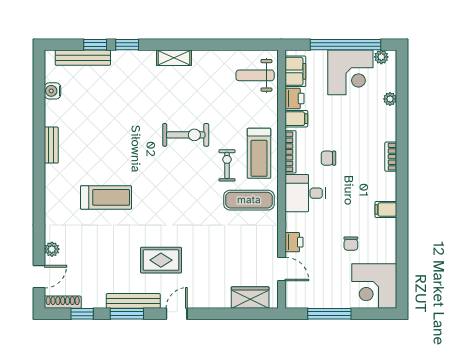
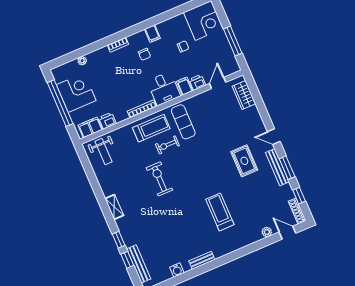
plant: (381, 57) -> (58, 77), removed
water cooler: (53, 91) -> (177, 270), moved
filing cabinet: (296, 119) -> (185, 86), moved
chair: (328, 158) -> (144, 54), moved

